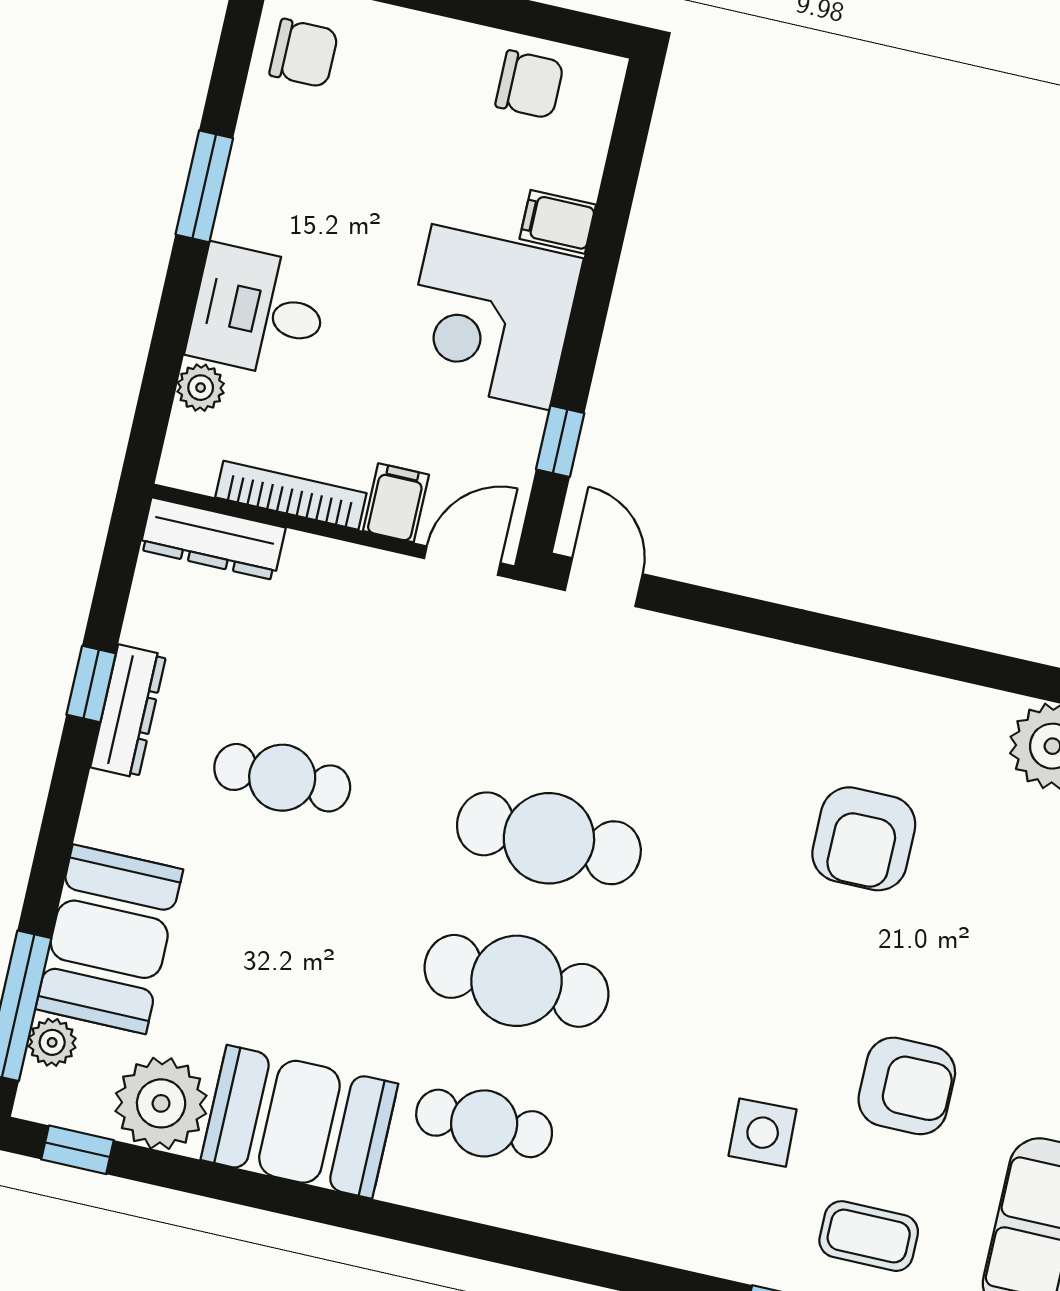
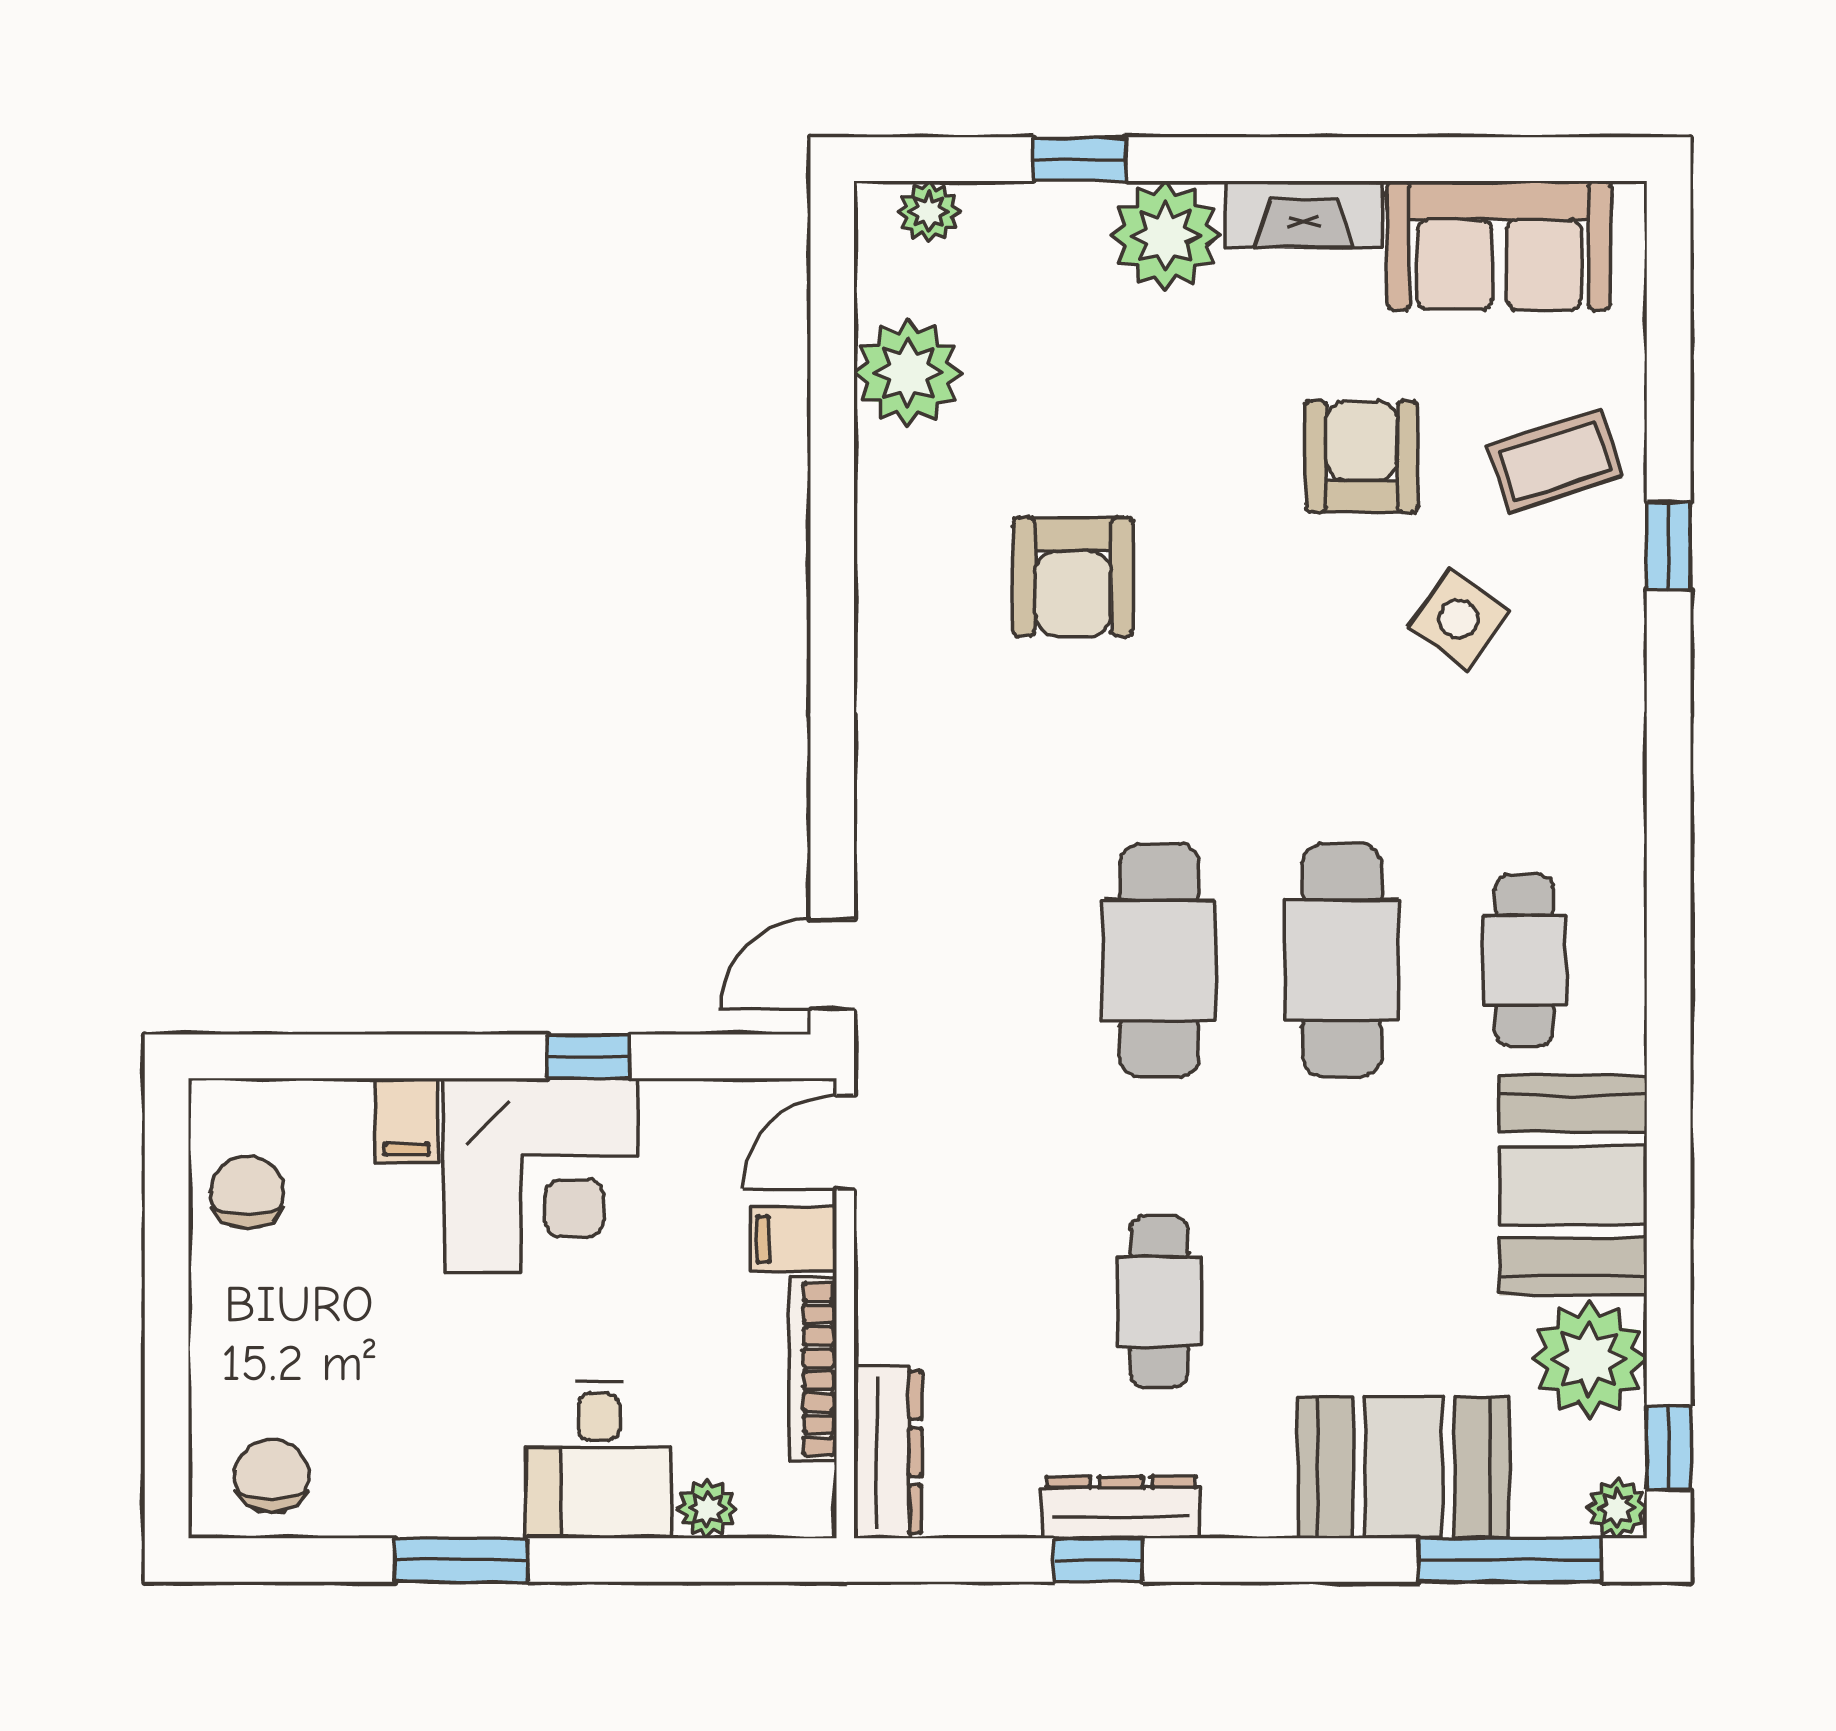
window: (560, 441) -> (588, 1056), moved
door: (462, 561) -> (845, 1142), hinge flipped
armchair: (864, 839) -> (1073, 577), turned 90
plant: (52, 1042) -> (1617, 1508), moved
side table: (763, 1133) -> (1458, 619), turned 37
coffee table: (869, 1236) -> (1555, 461), turned 72

